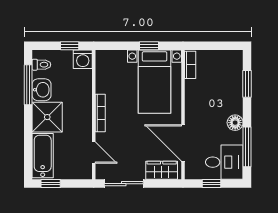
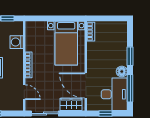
window: (149, 46) -> (62, 18), removed
washing machine: (83, 59) -> (17, 42), moved, turned 90
window: (247, 84) -> (130, 56), moved
desk: (224, 162) -> (114, 94), width x1.37

